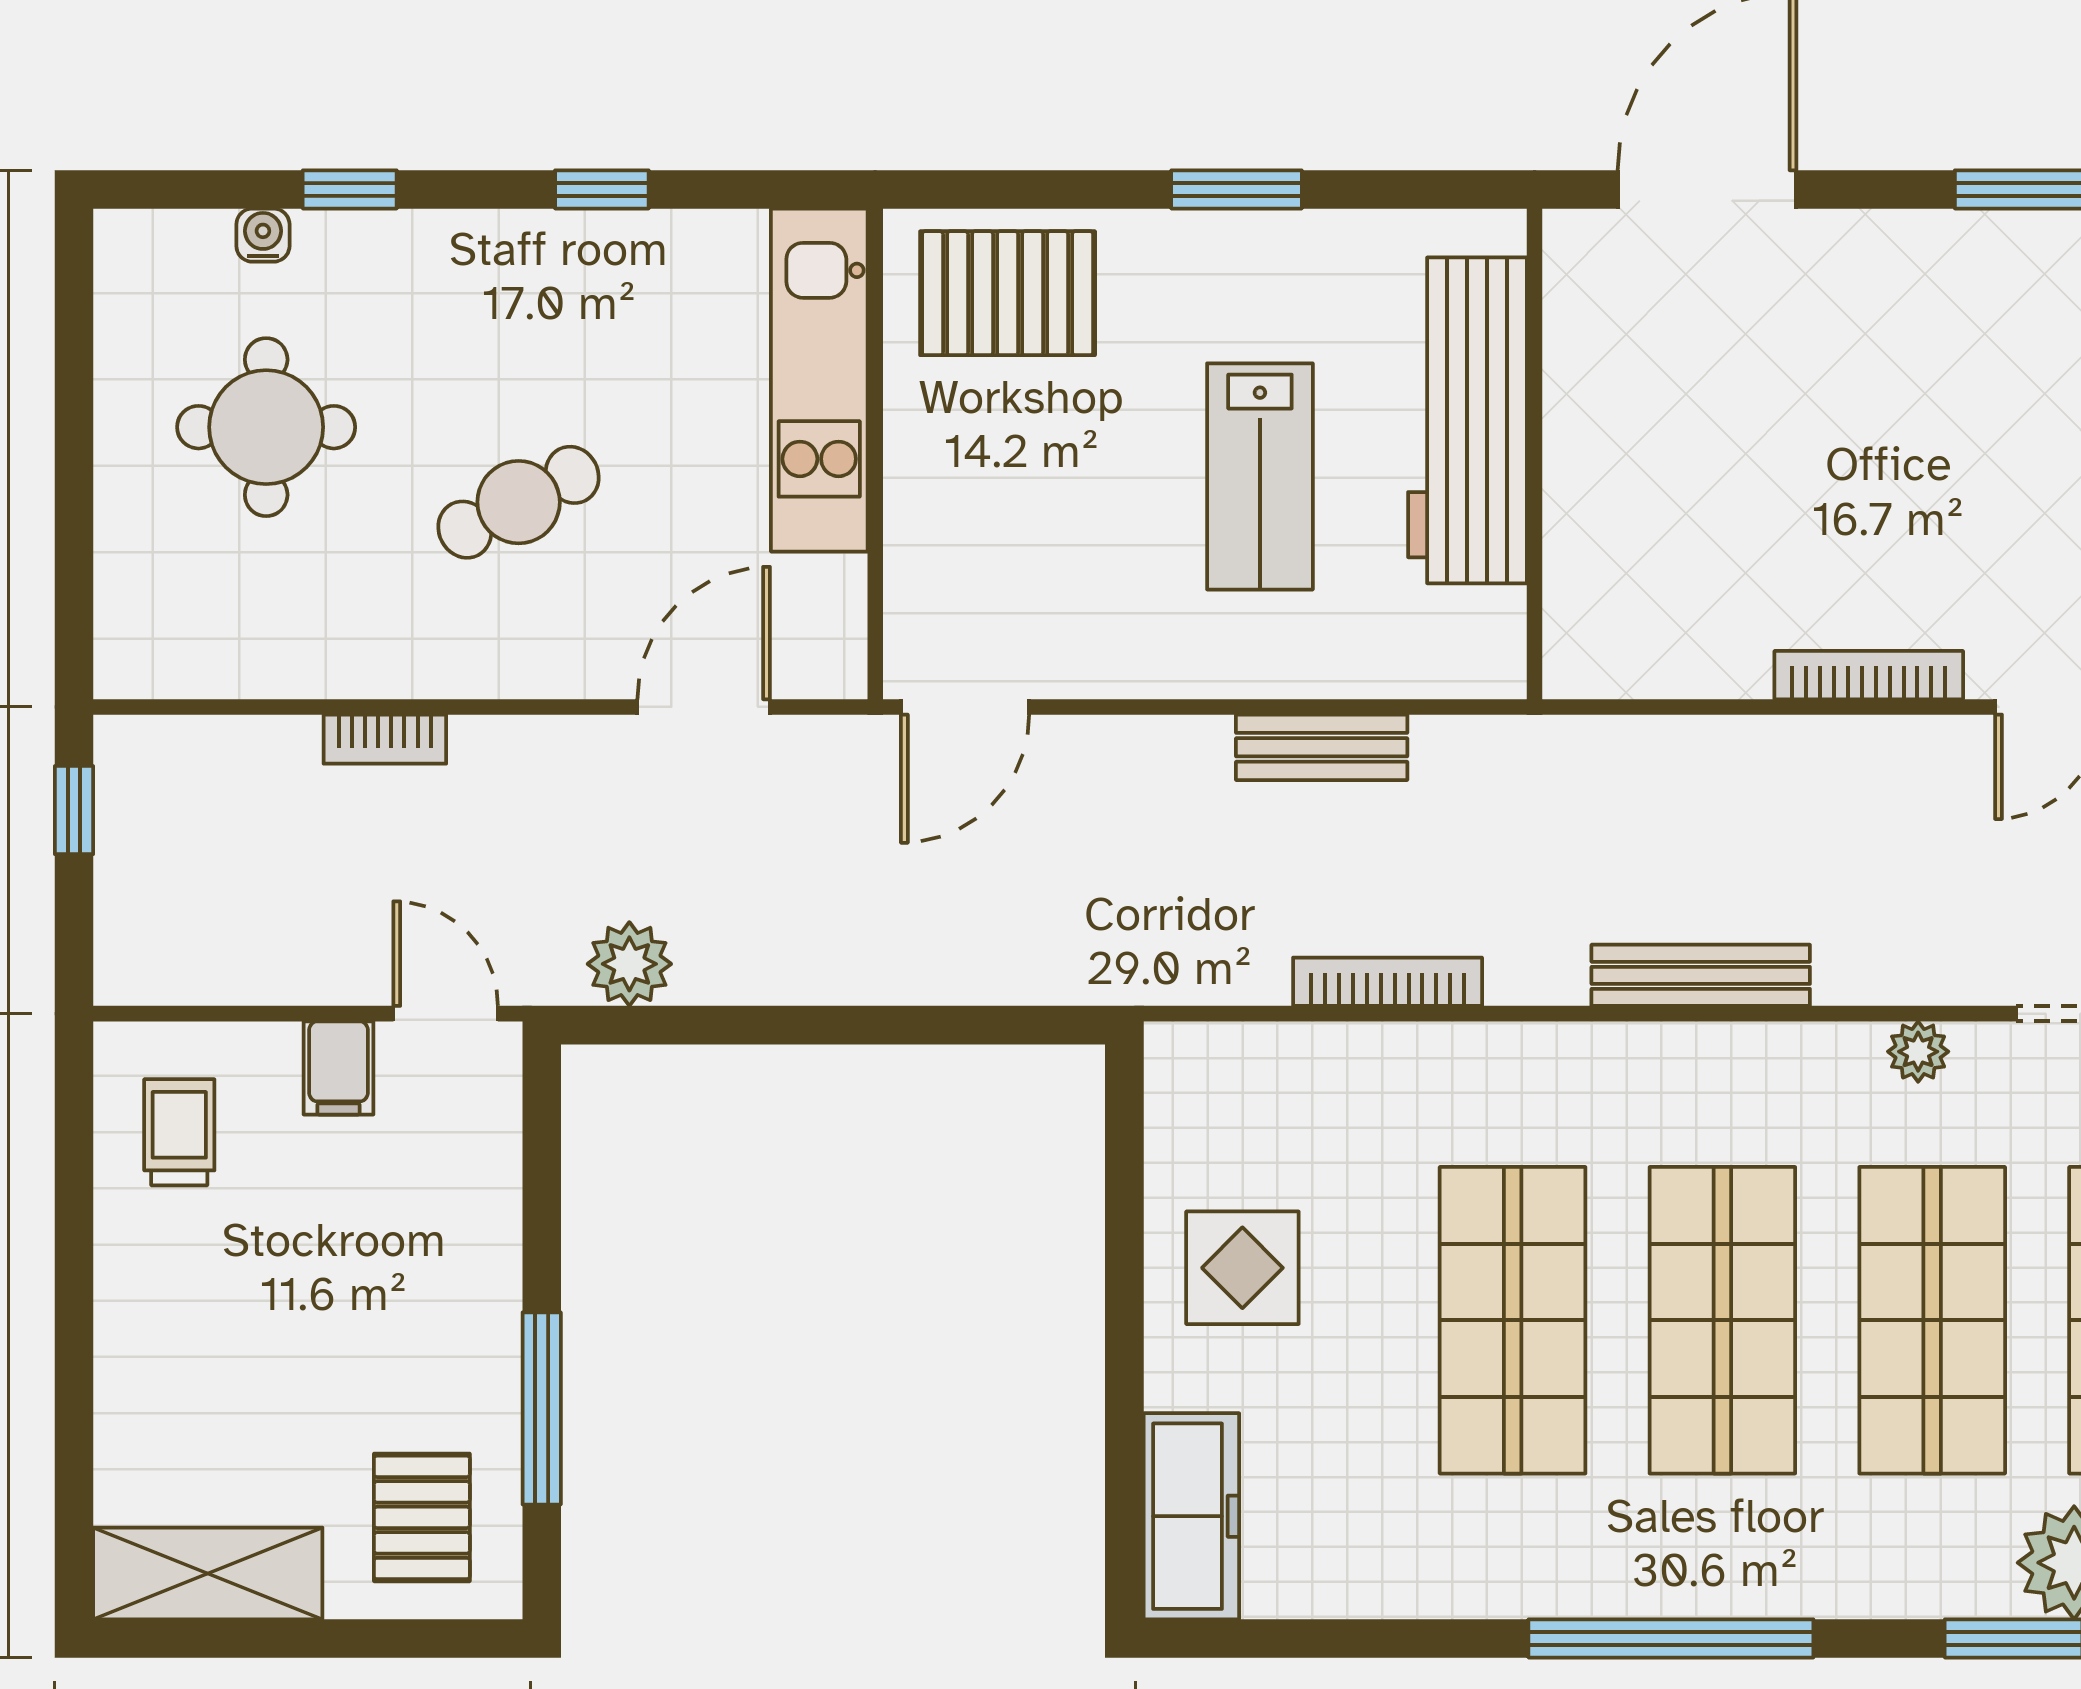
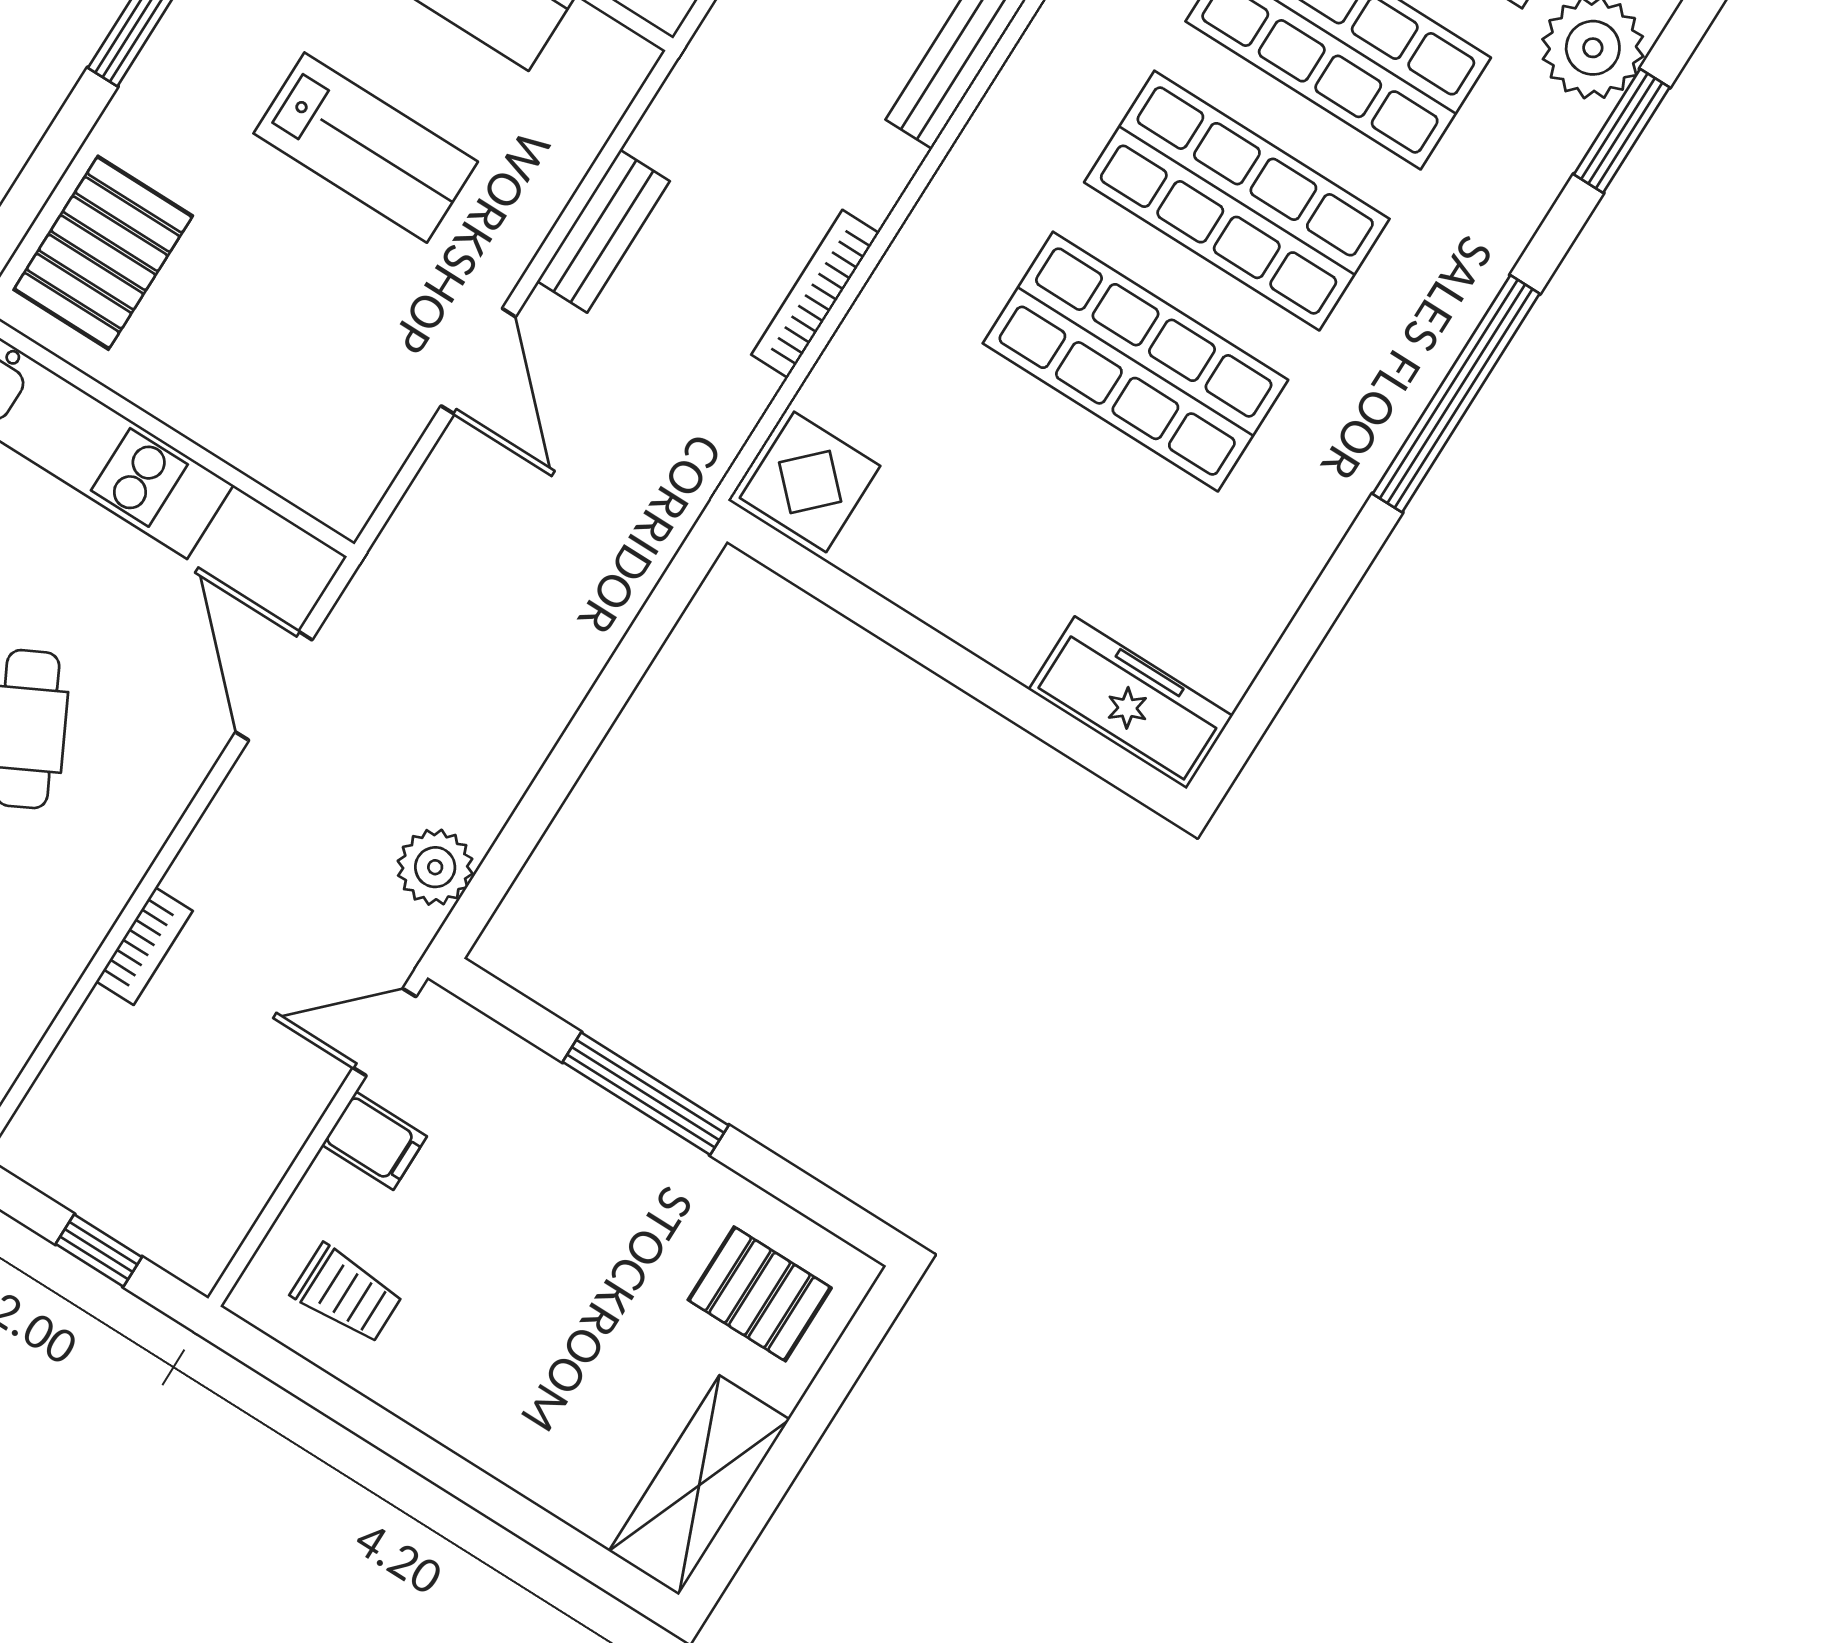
door: (965, 707) -> (478, 361), moved
window: (74, 810) -> (99, 1251), moved
trolley: (179, 1132) -> (347, 1294), turned 180
display table: (1242, 1268) -> (810, 482), moved
window: (542, 1408) -> (646, 1094), moved

